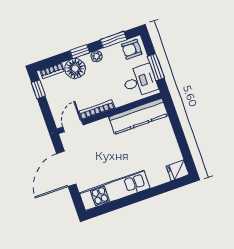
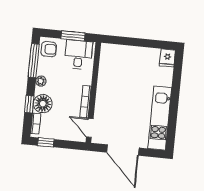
window: (113, 40) -> (34, 61), width x1.44
armchair: (132, 49) -> (49, 49), turned -90
window: (80, 52) -> (29, 104), moved
kitchen counter: (138, 116) -> (107, 70), removed

